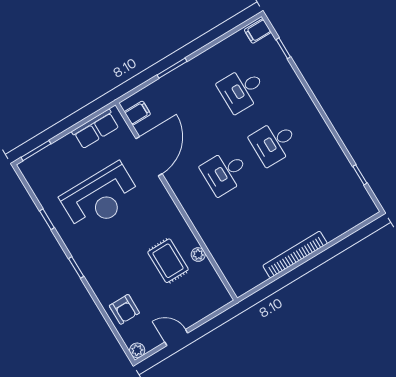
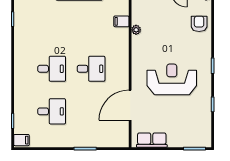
filing cabinet: (138, 113) -> (121, 21), moved
reception desk: (100, 198) -> (172, 79), moved
rug: (168, 261) -> (156, 37), removed

